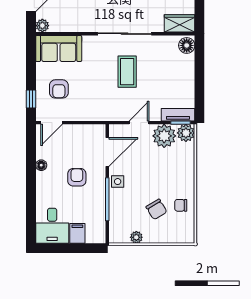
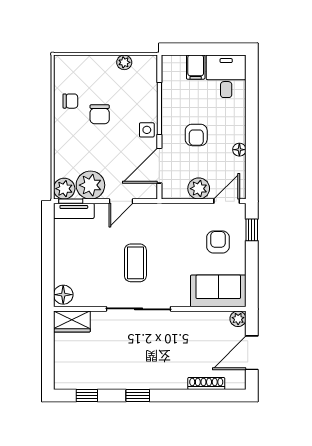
plant: (75, 133) -> (199, 189), added
chair: (156, 209) -> (100, 114), moved, turned -149

